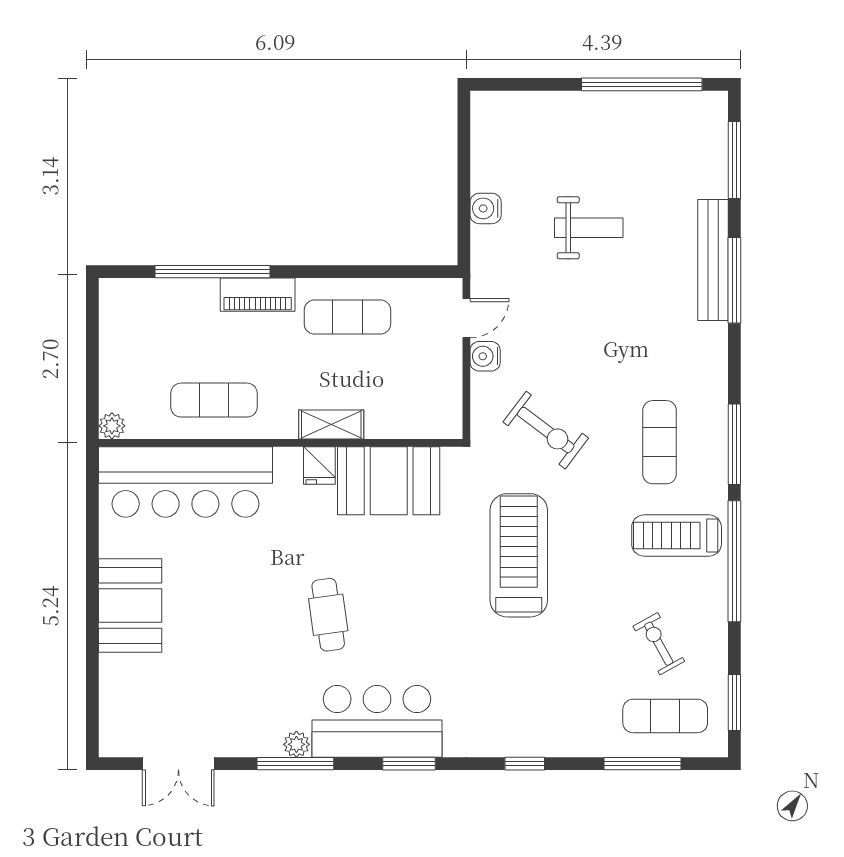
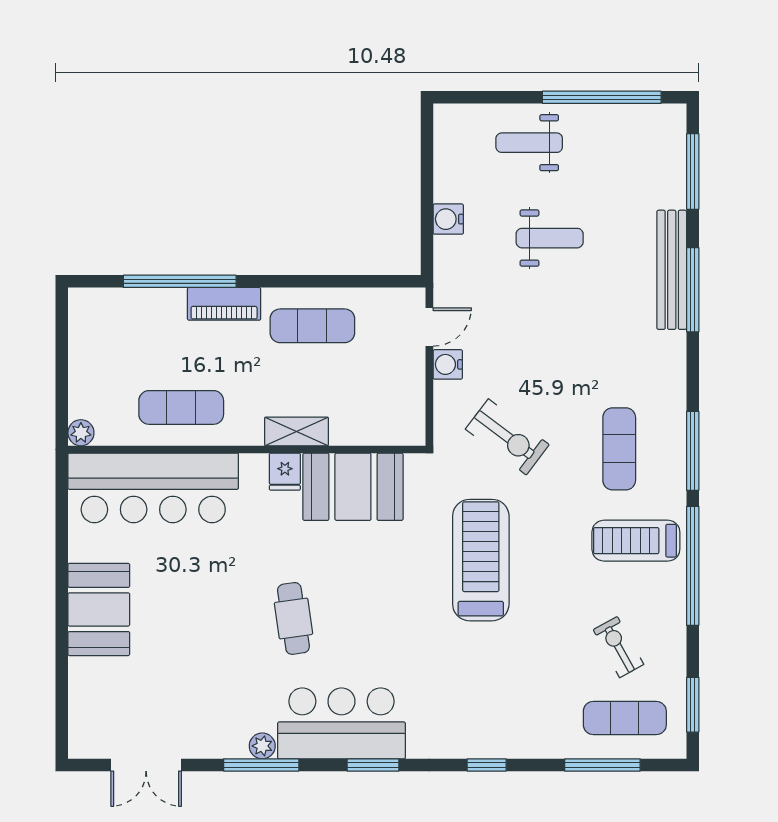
weight bench: (568, 131) -> (529, 143), added

